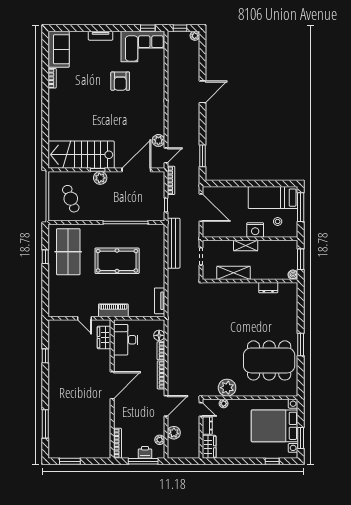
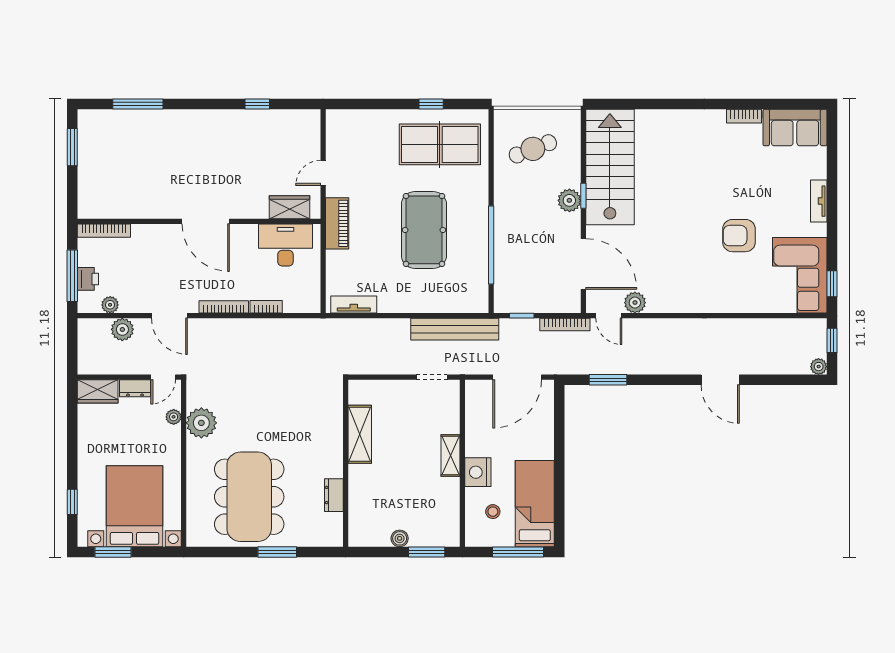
shelving: (233, 273) -> (360, 434), moved
wall: (250, 281) -> (346, 463), moved
dresser: (268, 288) -> (334, 495), moved
floor lamp: (159, 335) -> (293, 304), removed

